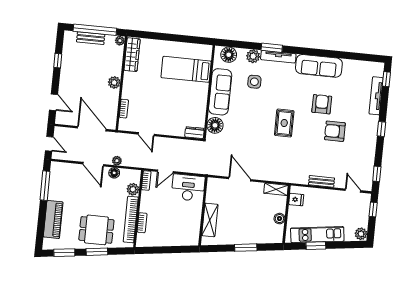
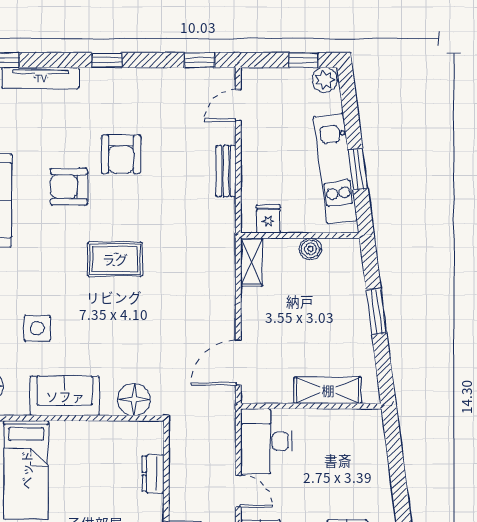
sofa: (220, 92) -> (65, 396), width x0.73
dresser: (194, 133) -> (153, 474), moved
door: (240, 179) -> (238, 363), moved
window: (373, 209) -> (303, 60), moved

